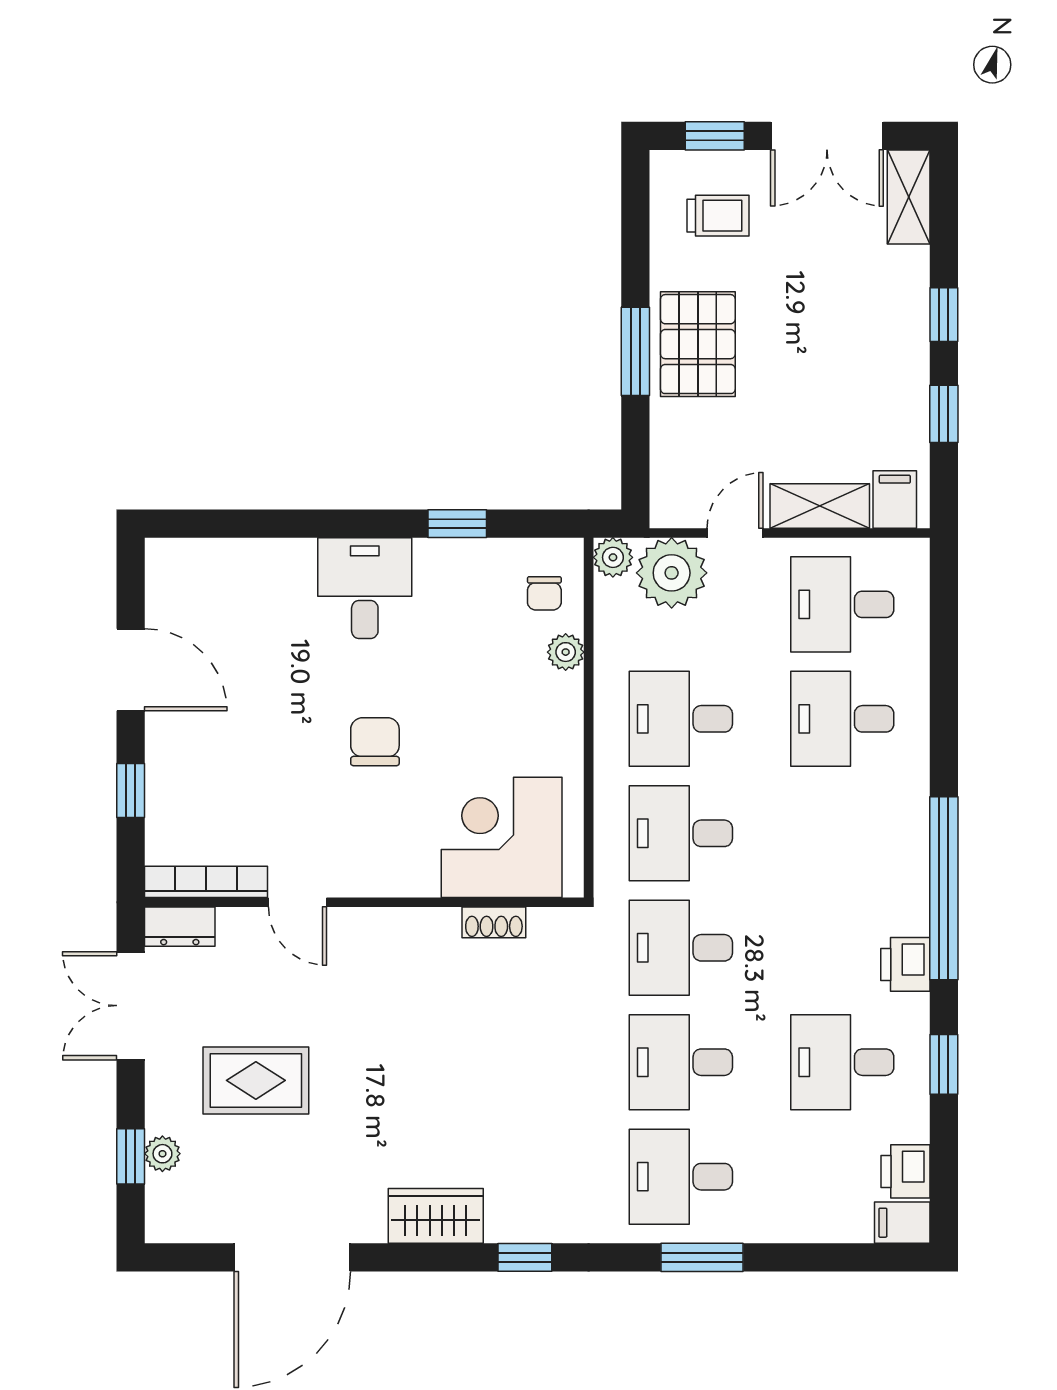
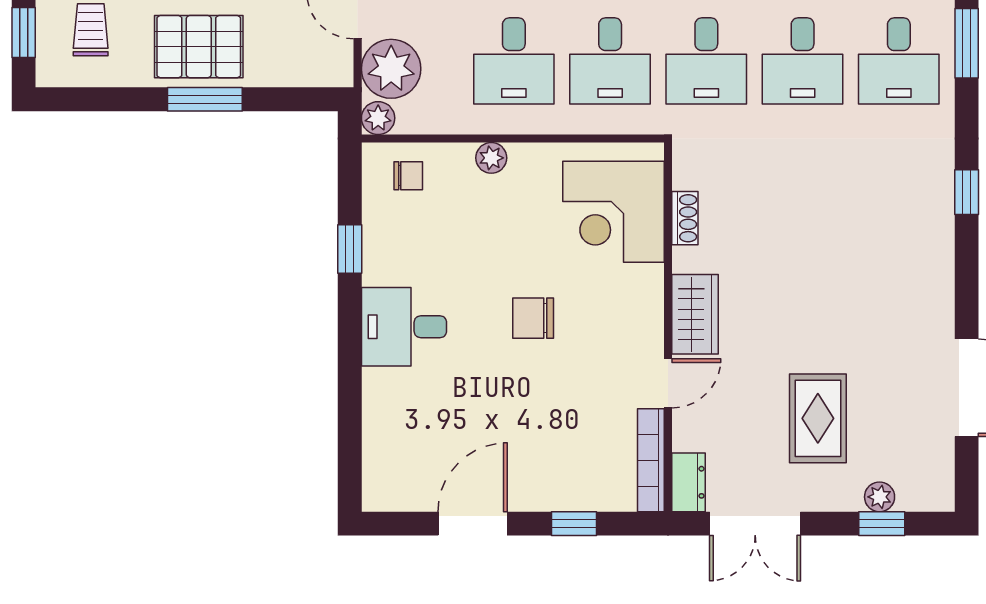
plant: (566, 652) -> (491, 158), moved
wardrobe: (436, 1216) -> (695, 314), moved, turned 180

